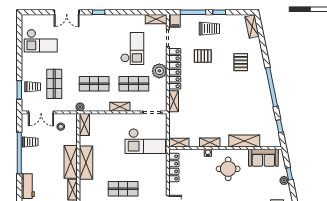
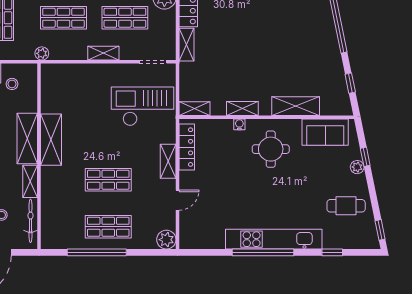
shelving: (84, 125) -> (168, 161), moved
checkout: (145, 141) -> (143, 106), turned 180

